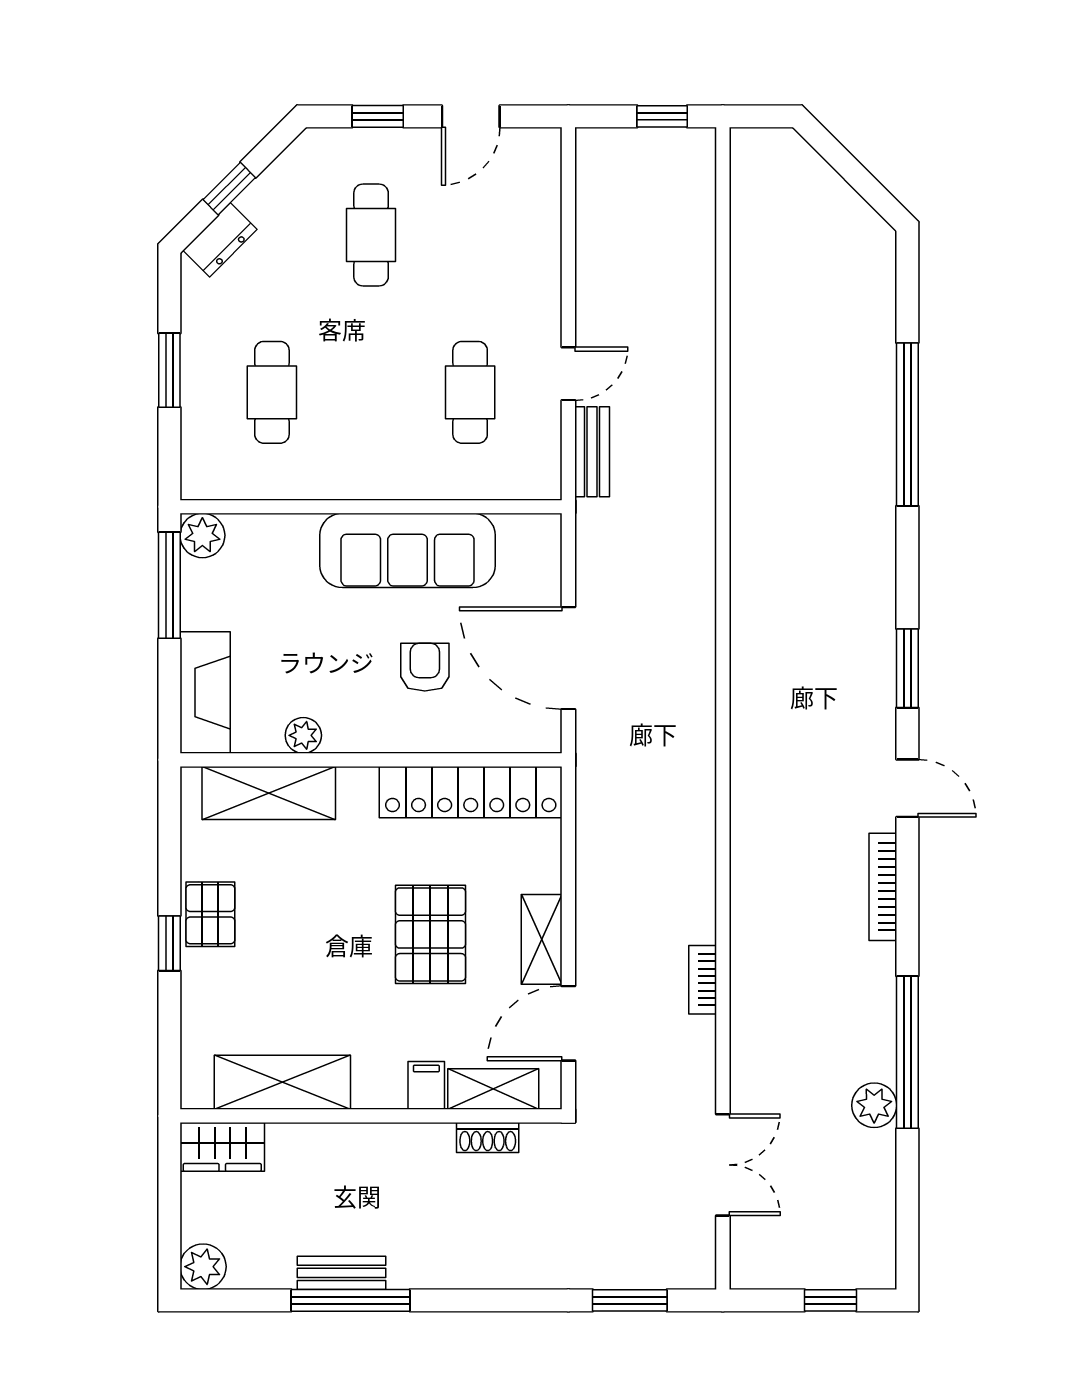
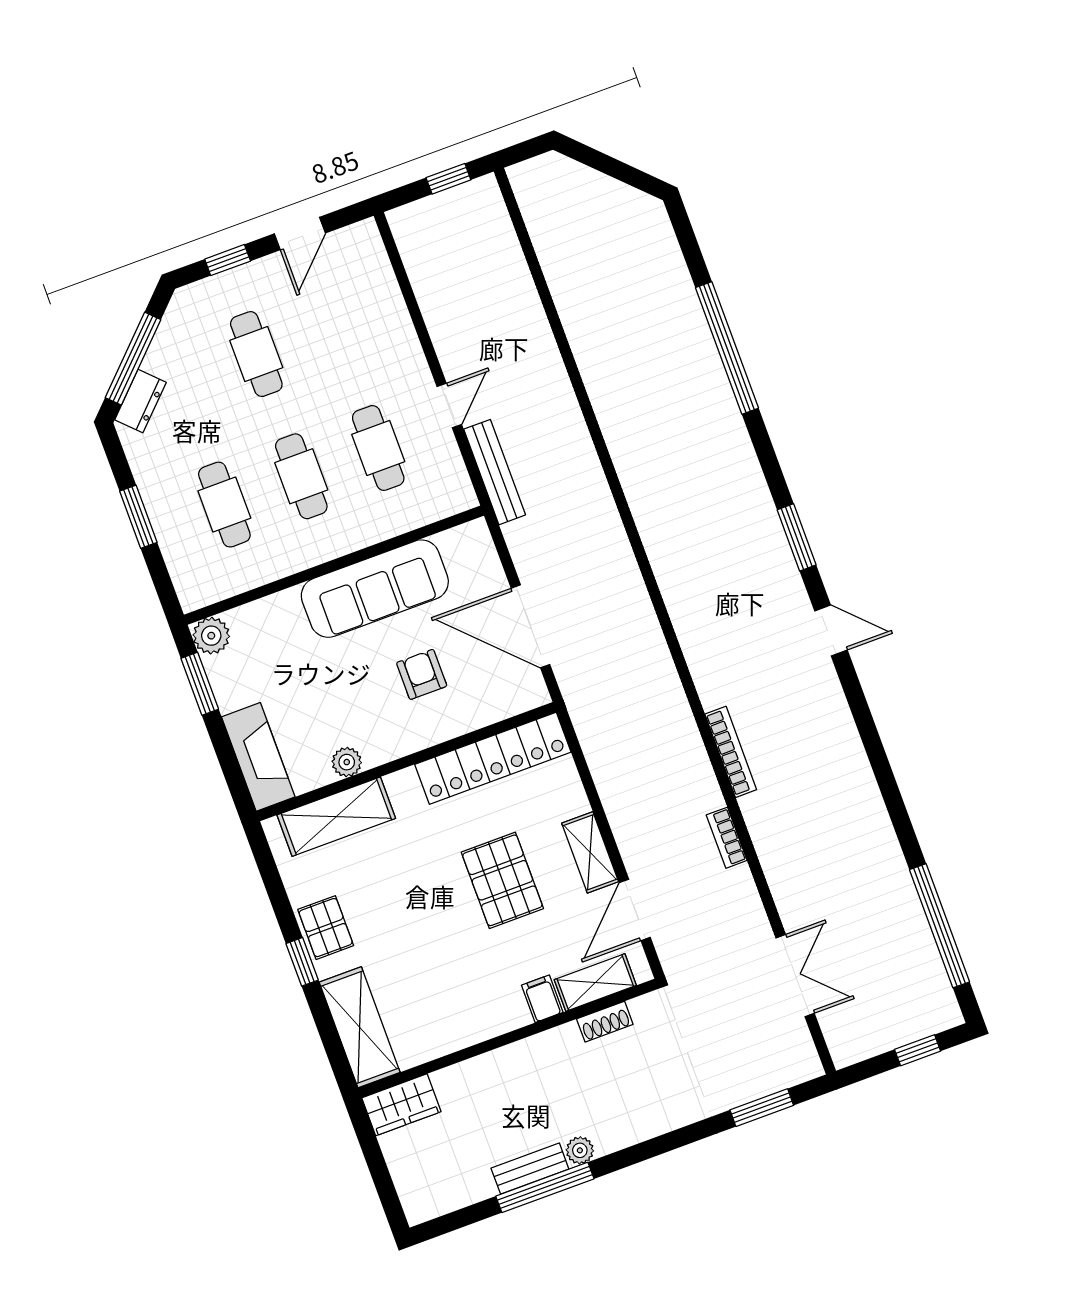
window: (229, 189) -> (133, 359), width x2.17
cafe table: (371, 392) -> (301, 476), added
bench: (592, 452) -> (495, 472), width x1.36
window: (169, 585) -> (200, 684), width x0.69
bookcase: (883, 887) -> (731, 752), moved, turned 180
window: (907, 1052) -> (940, 926), moved
shelving: (282, 1082) -> (360, 1027), moved, turned 90
plant: (874, 1105) -> (896, 886), removed
plant: (203, 1267) -> (580, 1150), moved, width x0.73, depth x0.73

